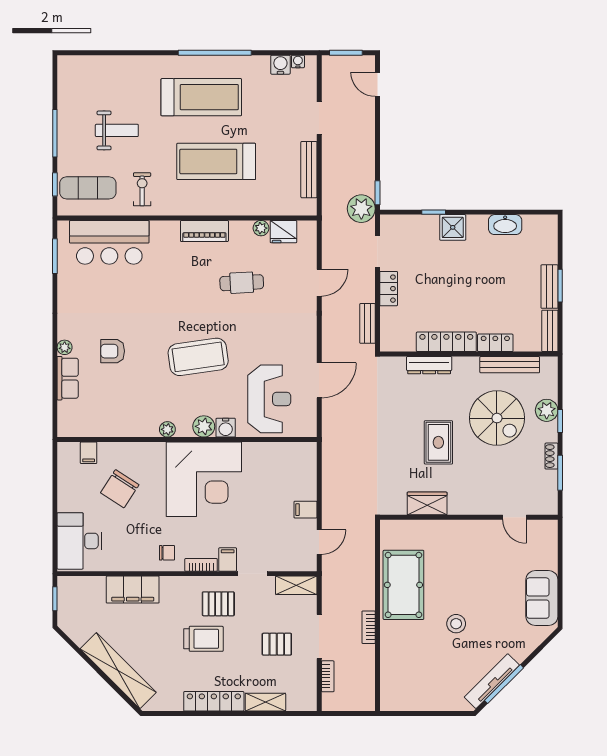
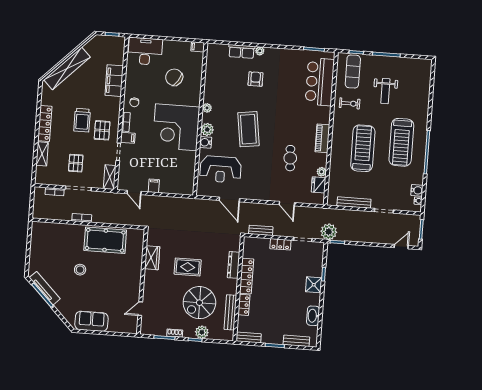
bench: (549, 287) -> (296, 341), moved
filing cabinet: (89, 453) -> (198, 47), moved

